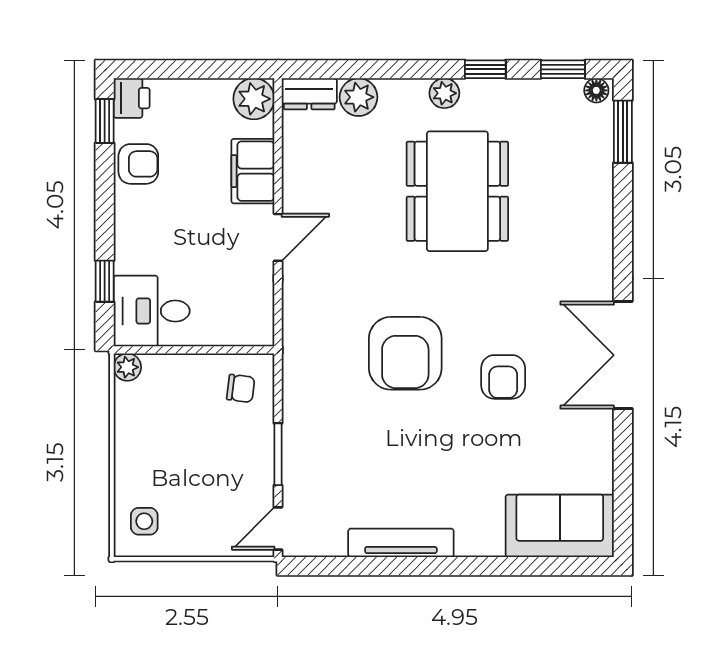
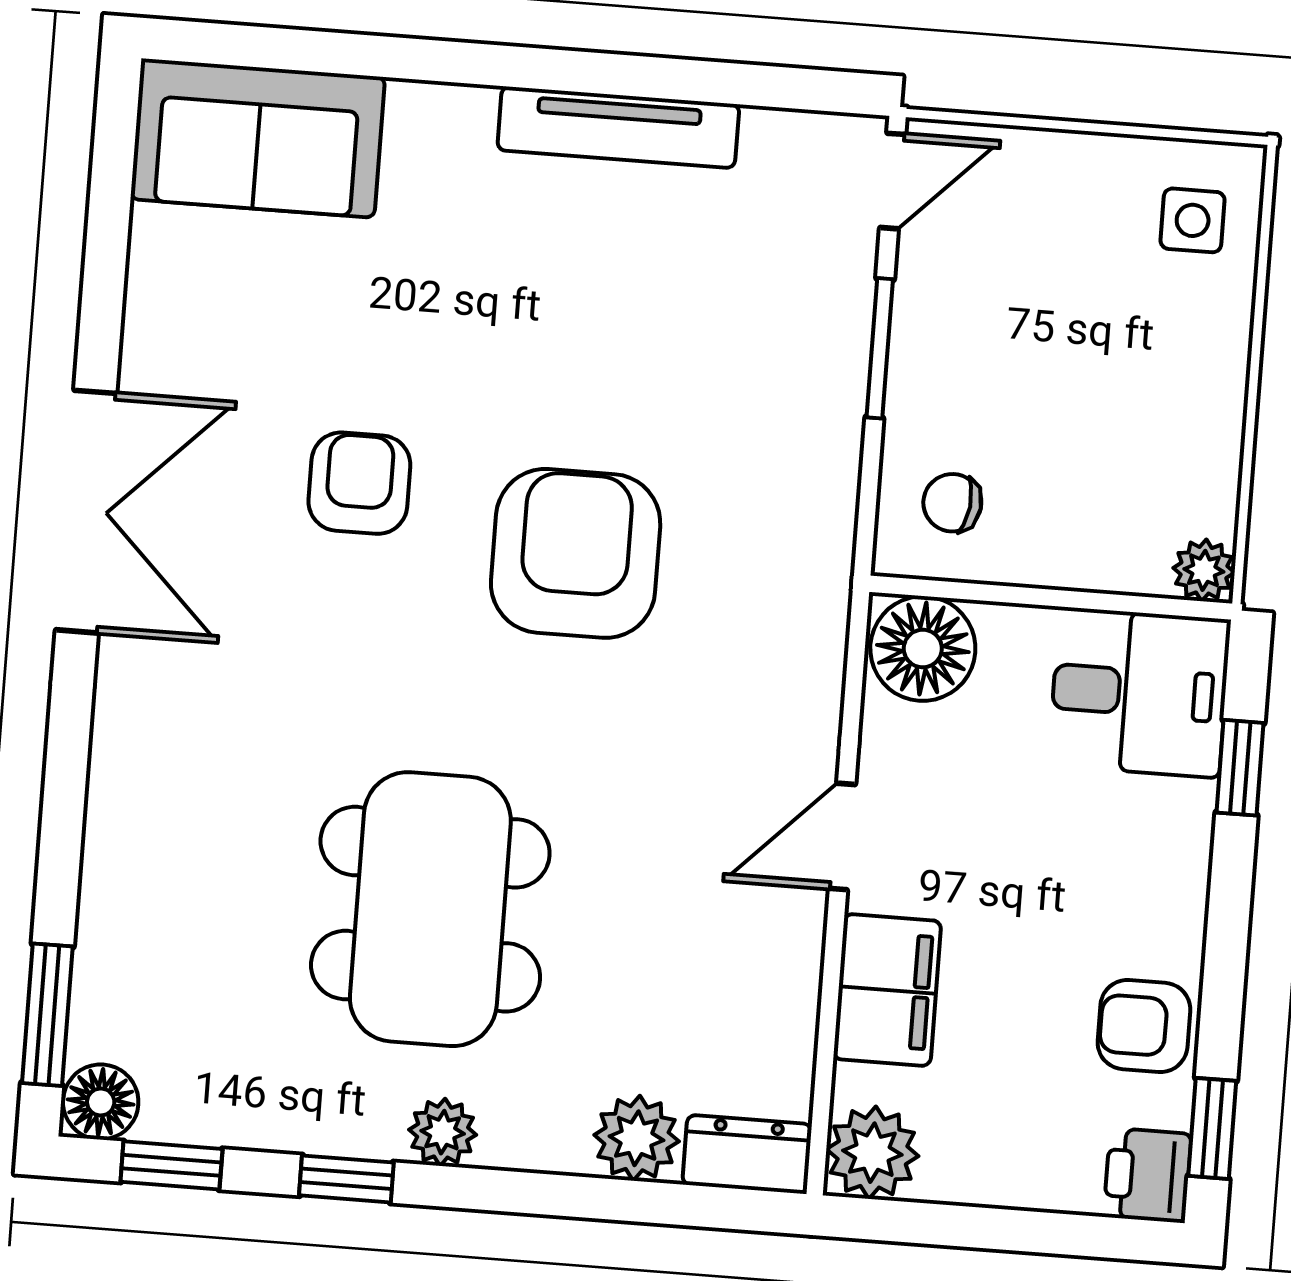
floor lamp: (596, 90) -> (101, 1102), width x1.37, depth x1.37
floor lamp: (249, 323) -> (923, 649), added

